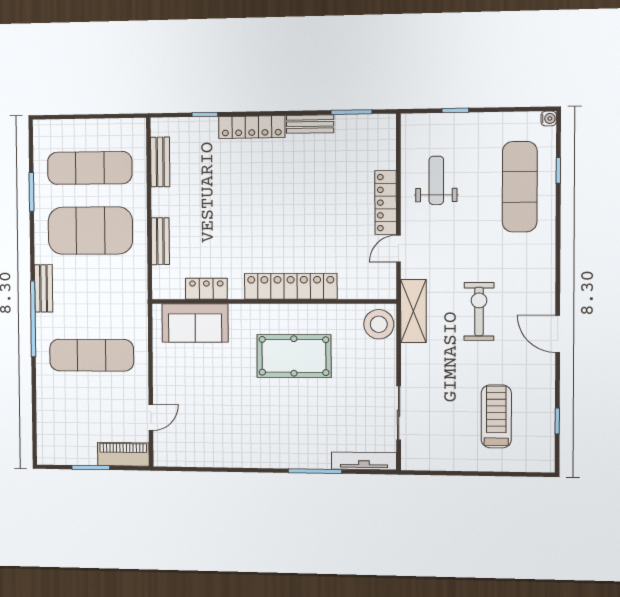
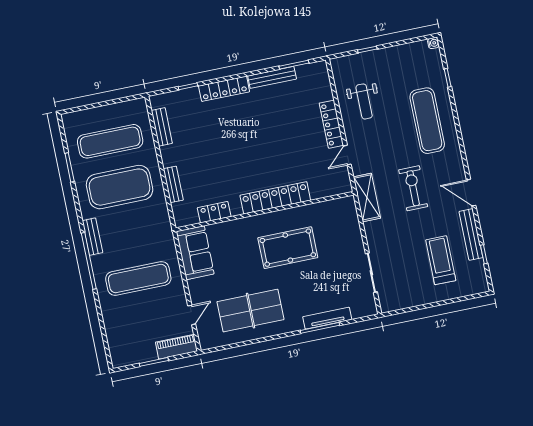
bench: (310, 124) -> (272, 77), width x1.36
weight bench: (436, 180) -> (364, 101), turned 180
exercise mat: (520, 187) -> (427, 121), moved
sofa: (195, 323) -> (195, 253), moved, turned -90
stool: (379, 324) -> (344, 212), removed
bench: (545, 390) -> (471, 234), added
table tennis table: (228, 428) -> (251, 311), added
tv unit: (364, 461) -> (327, 318), moved

